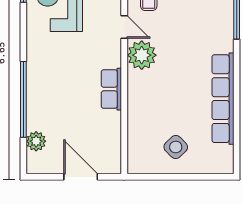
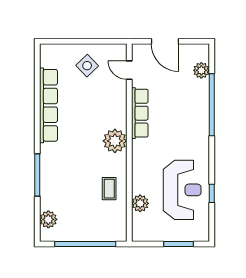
door: (124, 27) -> (129, 70), moved
row of seats: (111, 89) -> (140, 113), width x1.48

